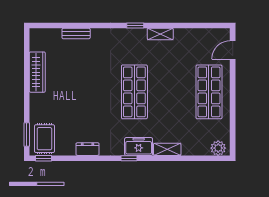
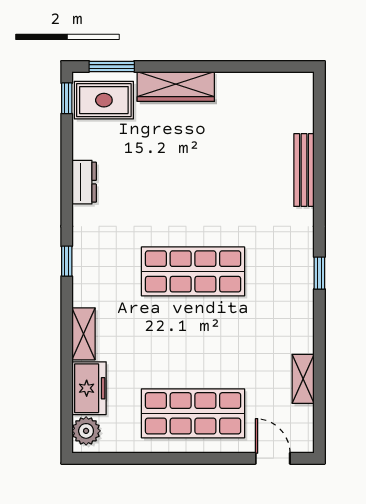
bench: (76, 34) -> (304, 170), width x1.36
shelving: (160, 34) -> (303, 379), moved
wardrobe: (37, 72) -> (176, 87), moved
freezer: (139, 147) -> (89, 388), moved

